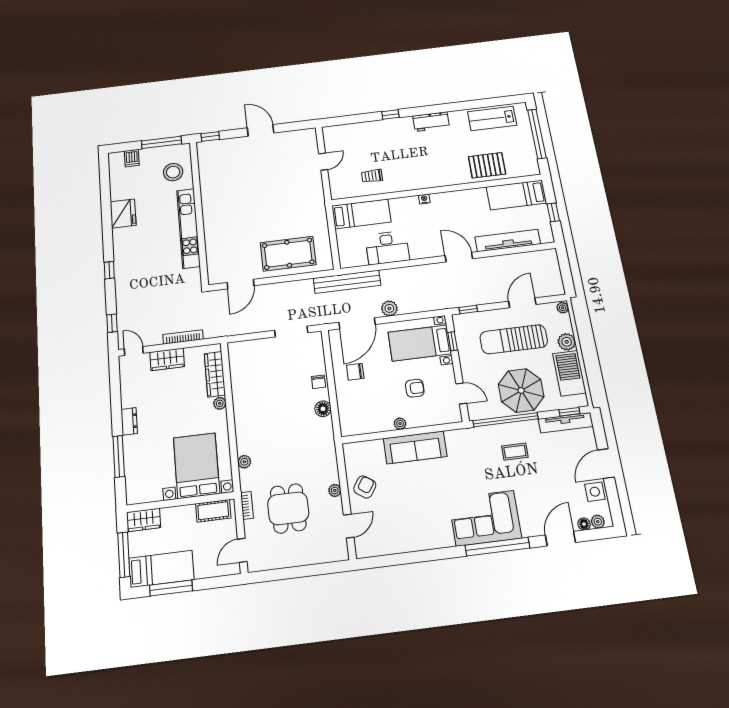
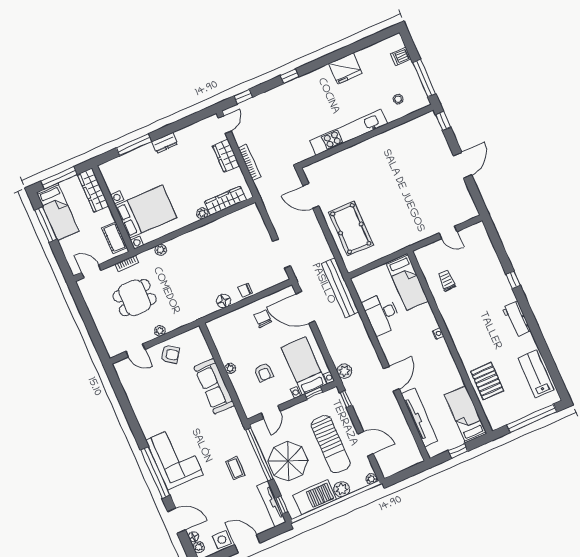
stool: (173, 172) -> (398, 99), width x0.53, depth x0.53
plant: (389, 308) -> (344, 371), moved
sun lounger: (514, 339) -> (331, 444), turned 180
wardrobe: (144, 520) -> (93, 190), width x1.50

